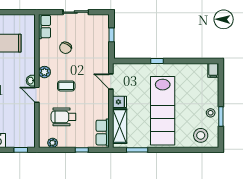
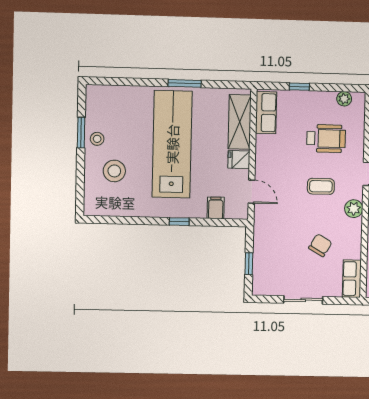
filing cabinet: (213, 70) -> (216, 208), moved
stool: (201, 135) -> (114, 171), moved
window: (137, 150) -> (185, 83), moved

